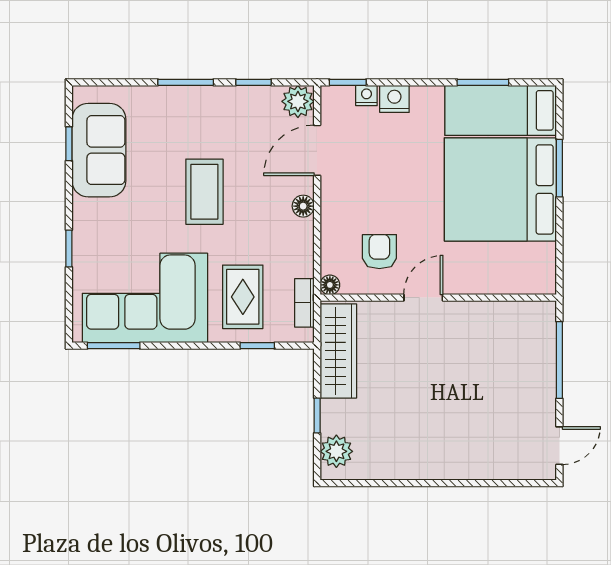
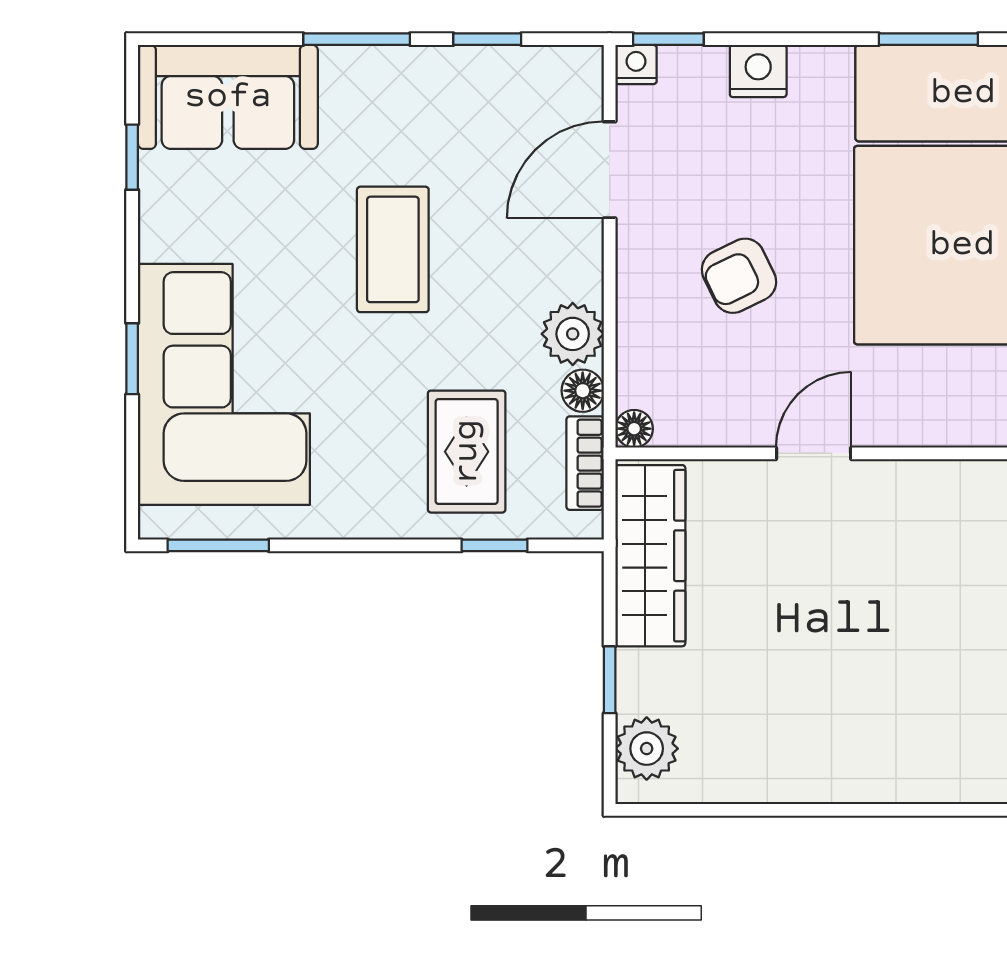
nightstand: (366, 95) -> (636, 64), moved
plant: (298, 101) -> (573, 334), moved
sofa: (99, 150) -> (228, 97), moved, turned 90
floor lamp: (303, 206) -> (583, 391), moved
armchair: (379, 252) -> (739, 276), moved, turned -116
corner sofa: (145, 298) -> (224, 384), moved, turned 90

